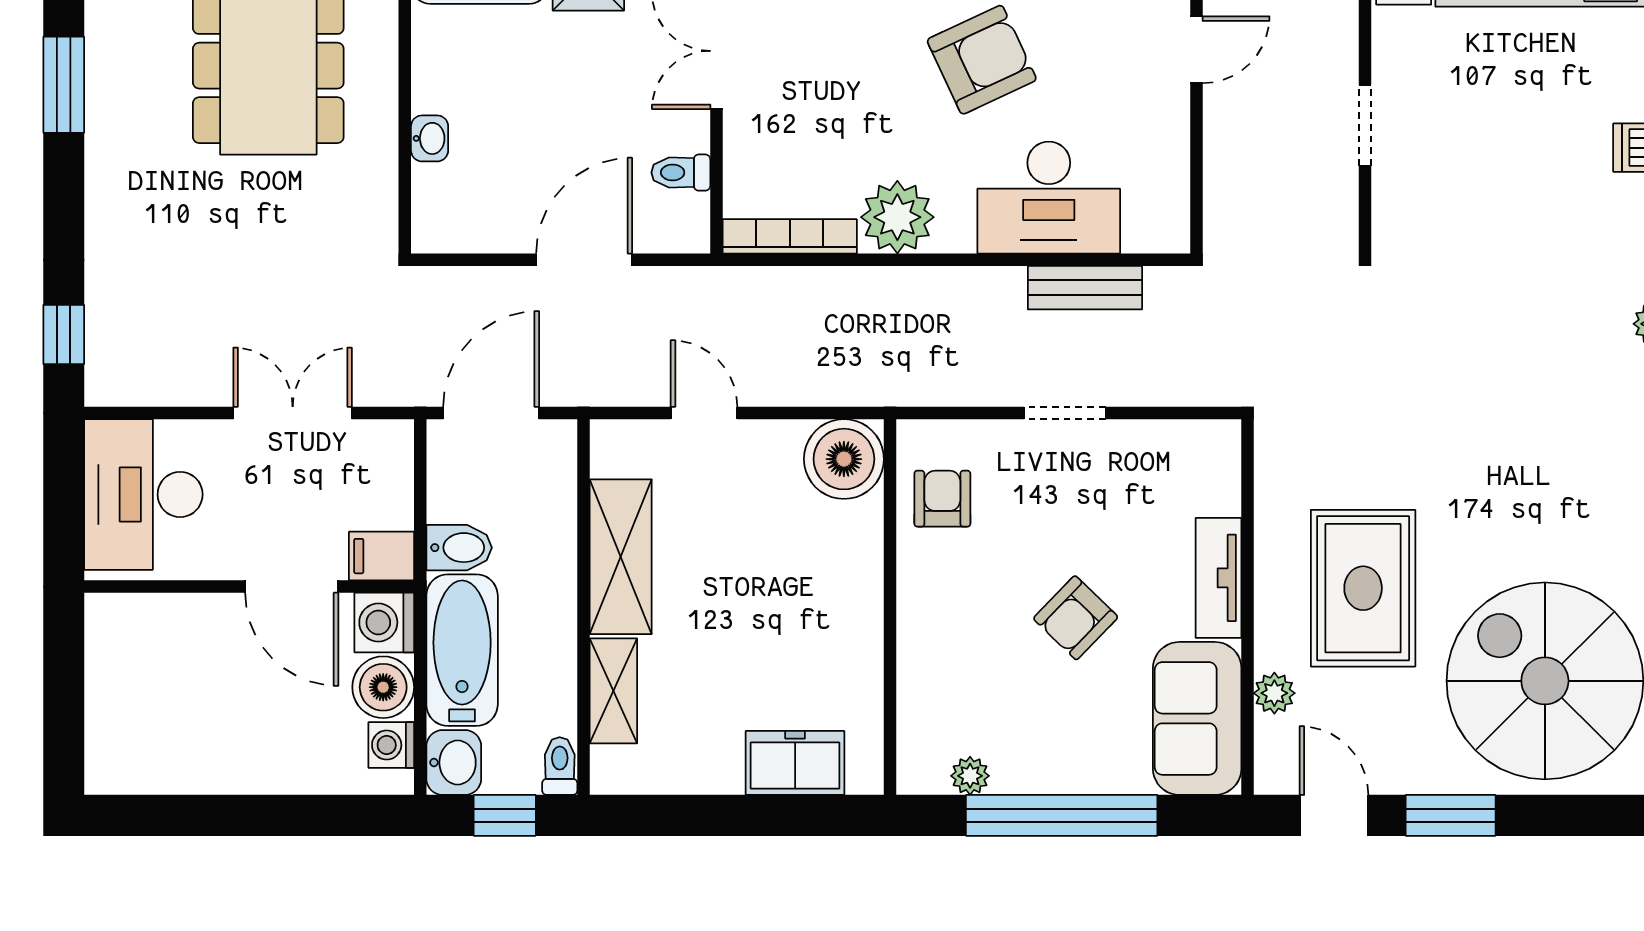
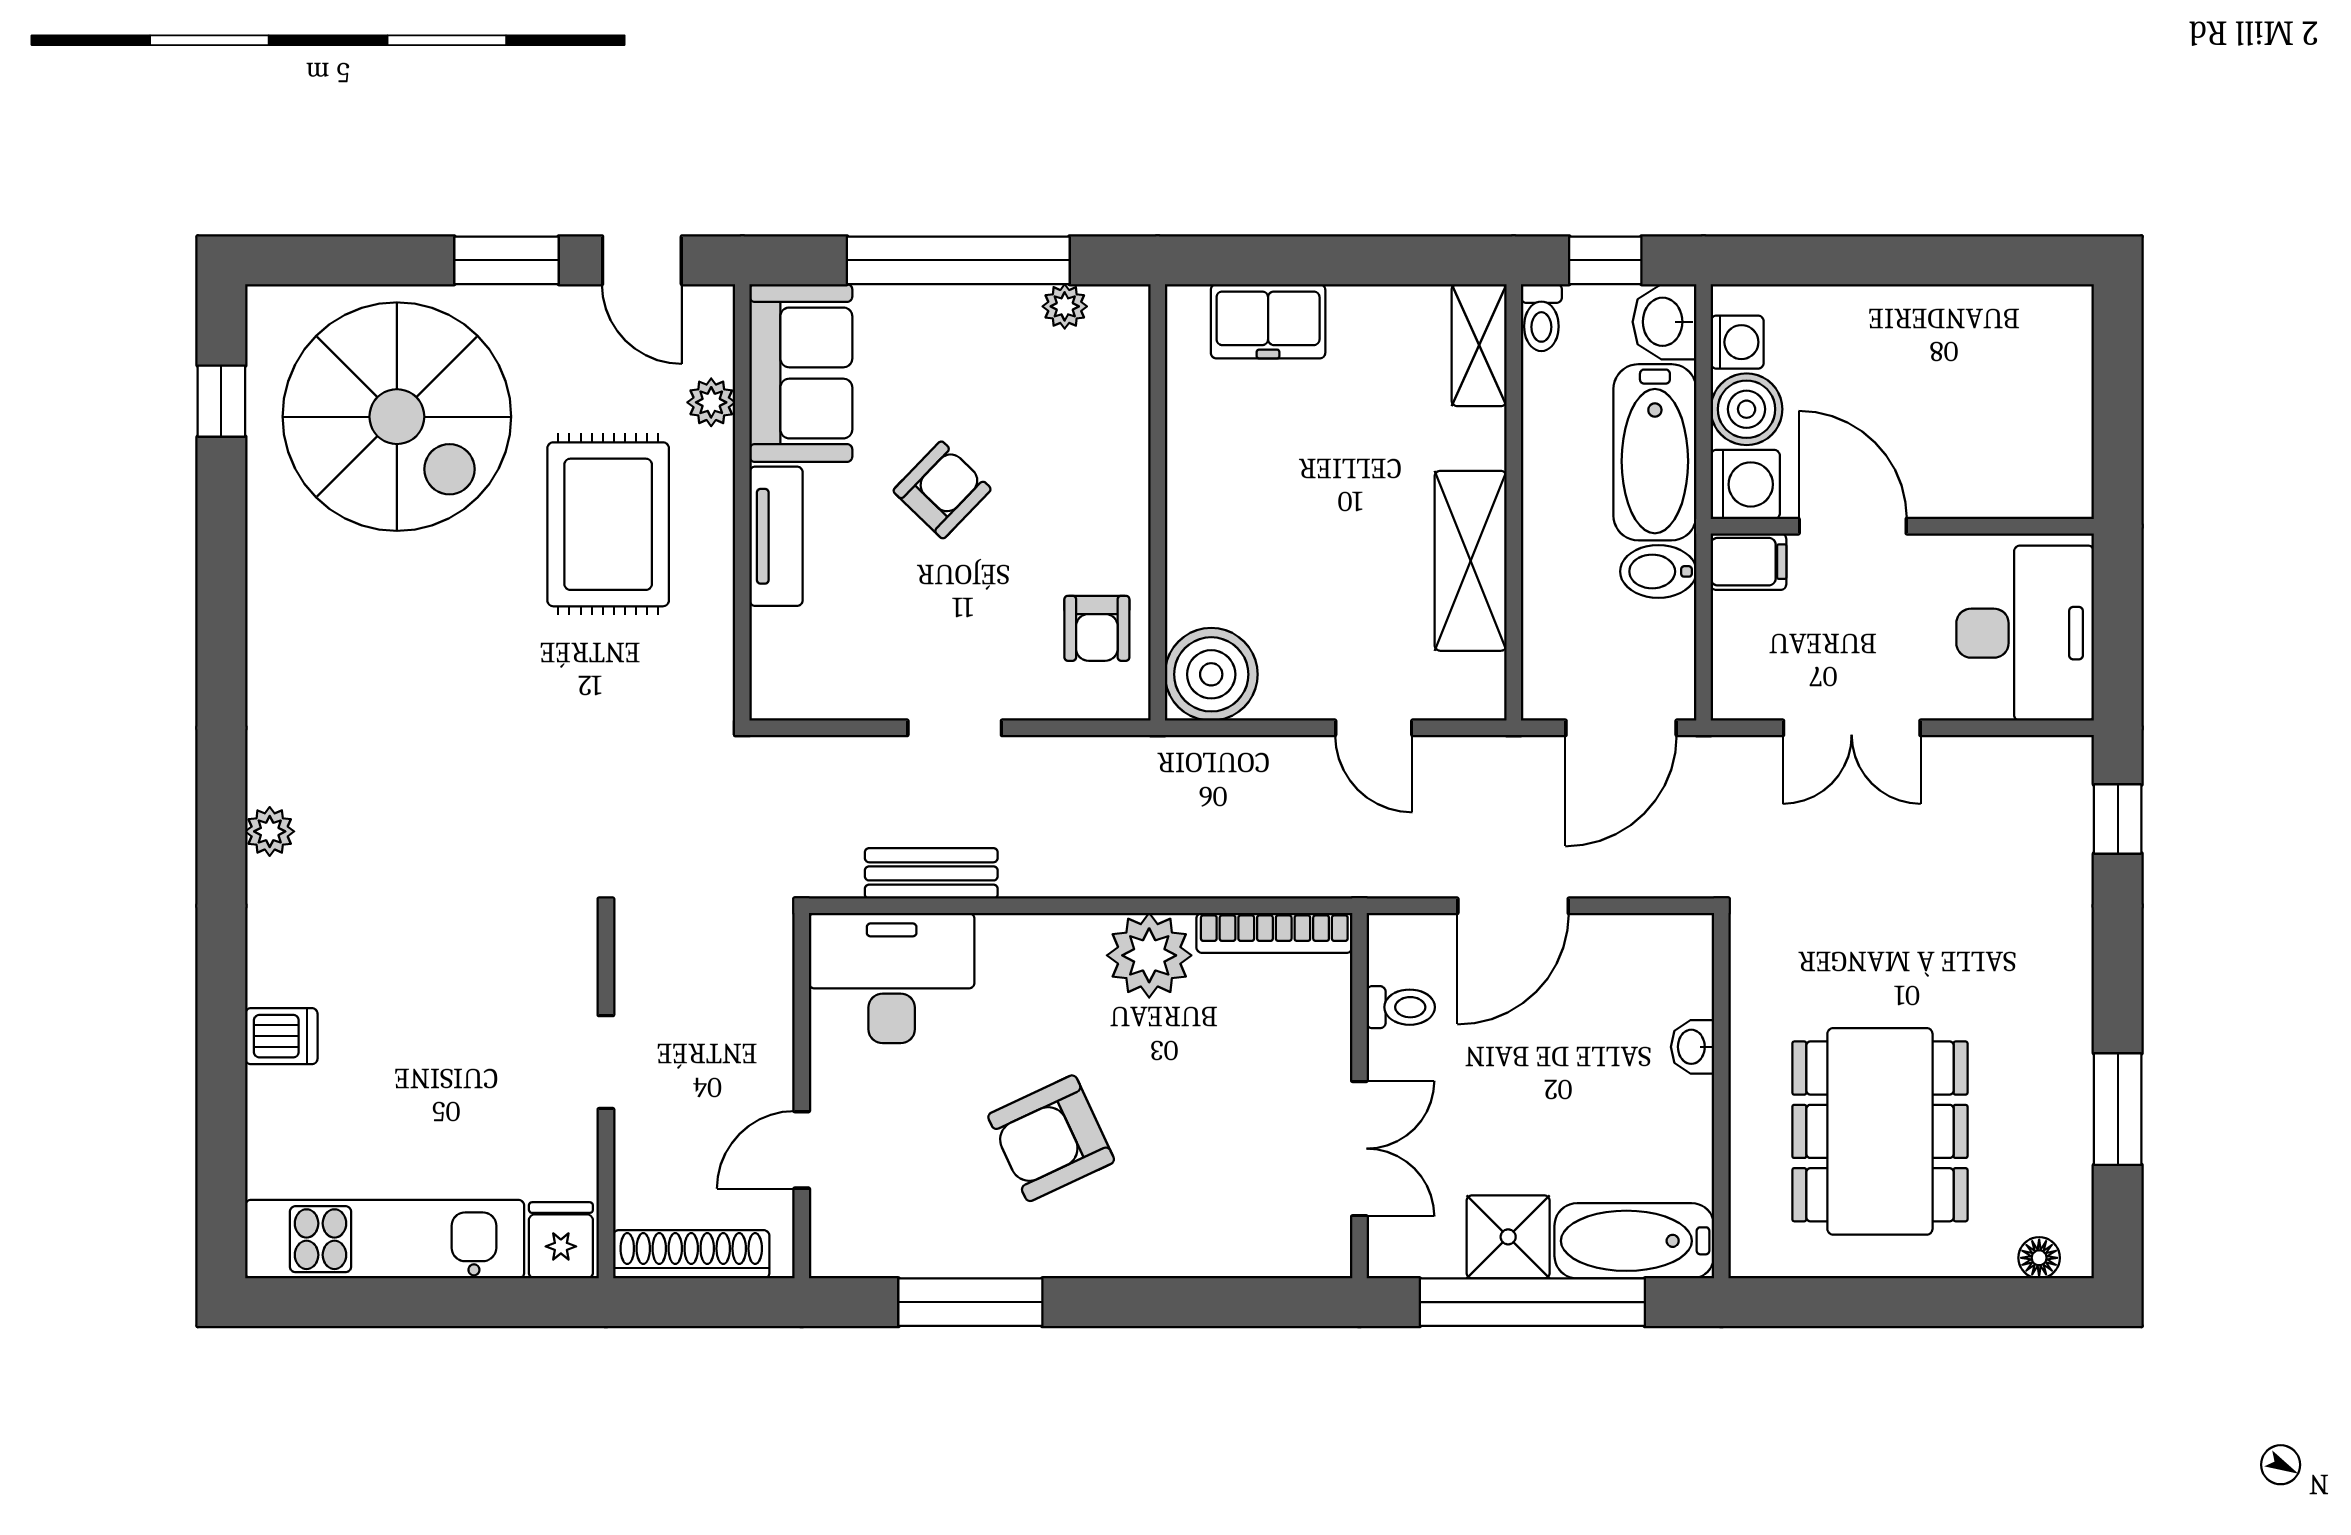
desk: (1049, 198) -> (892, 978), moved
shelving: (613, 691) -> (1479, 345), moved

